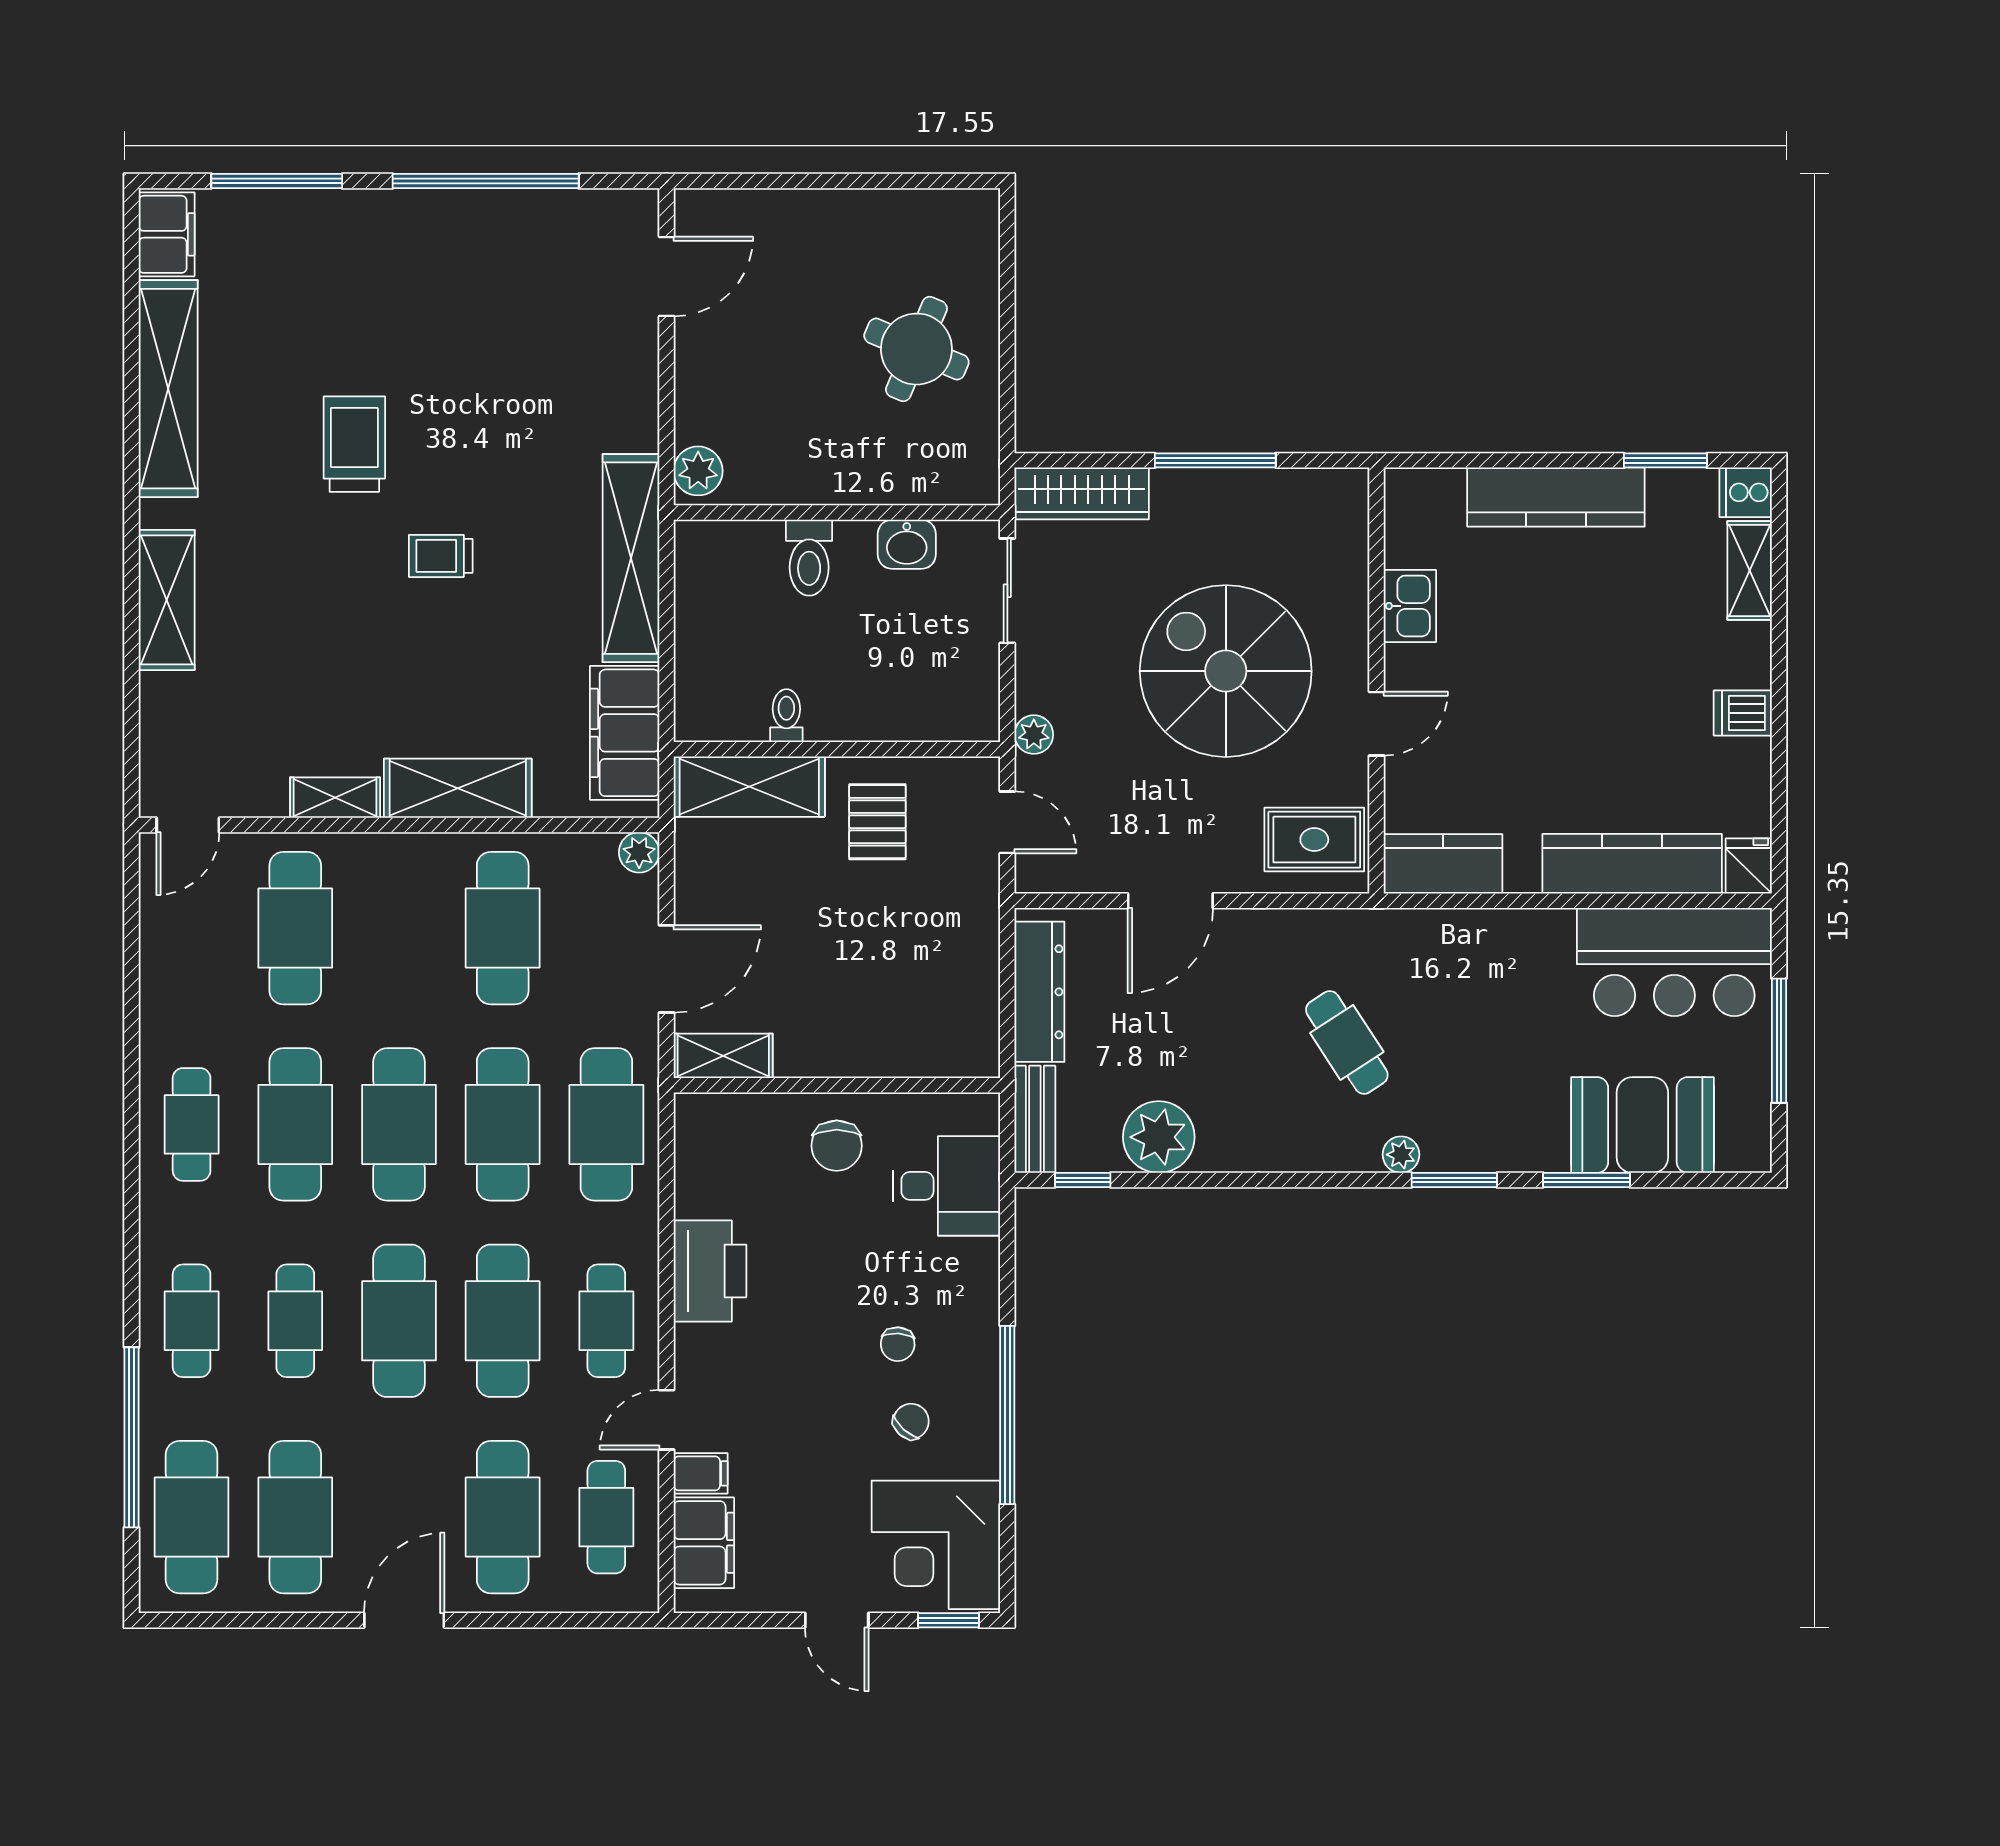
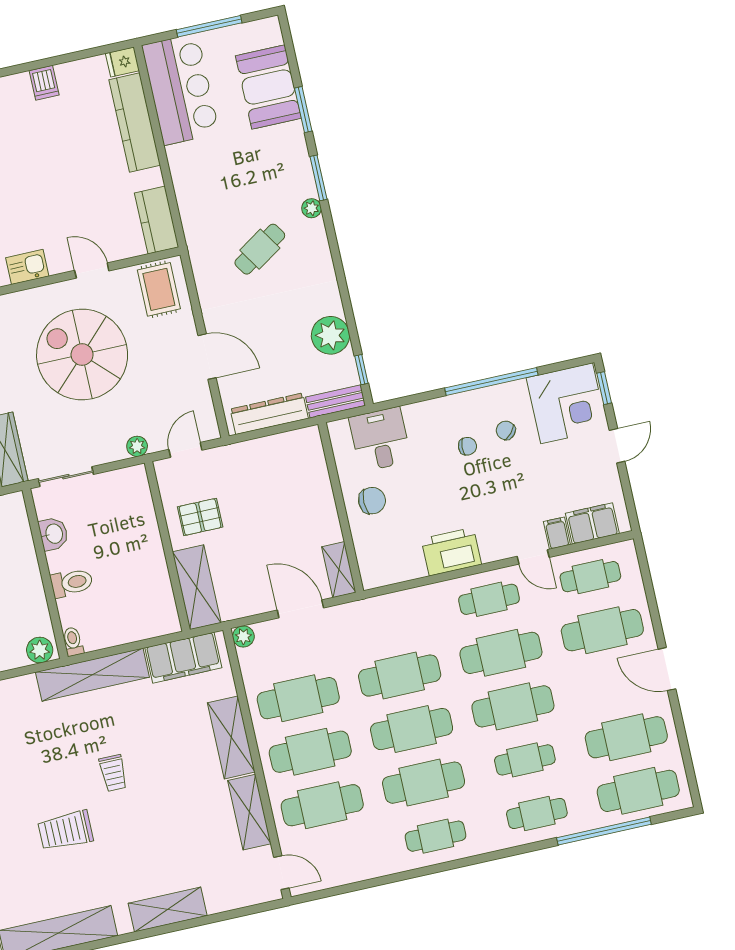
spiral stairs: (1226, 671) -> (82, 355), turned 90
toilet: (786, 716) -> (73, 642), moved, turned 90
shelving: (335, 798) -> (249, 812), width x1.50, depth x1.33
cafe table: (606, 1124) -> (310, 752), moved

